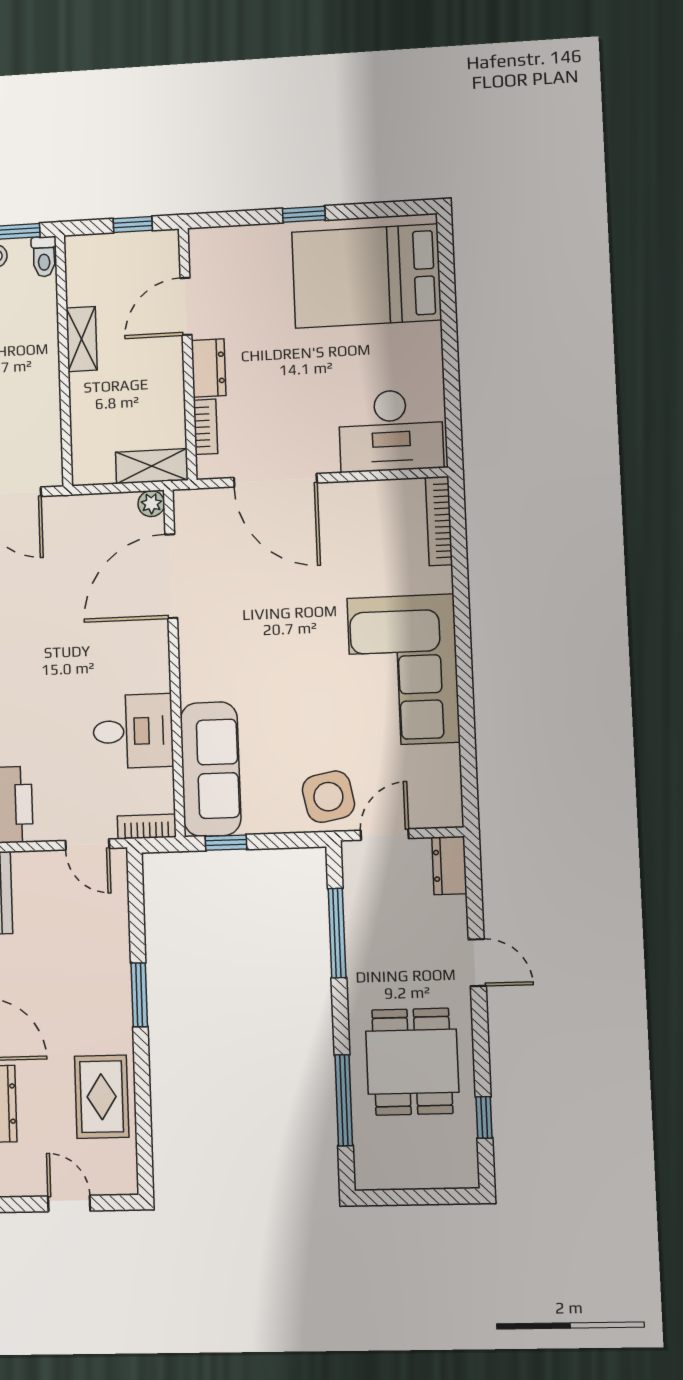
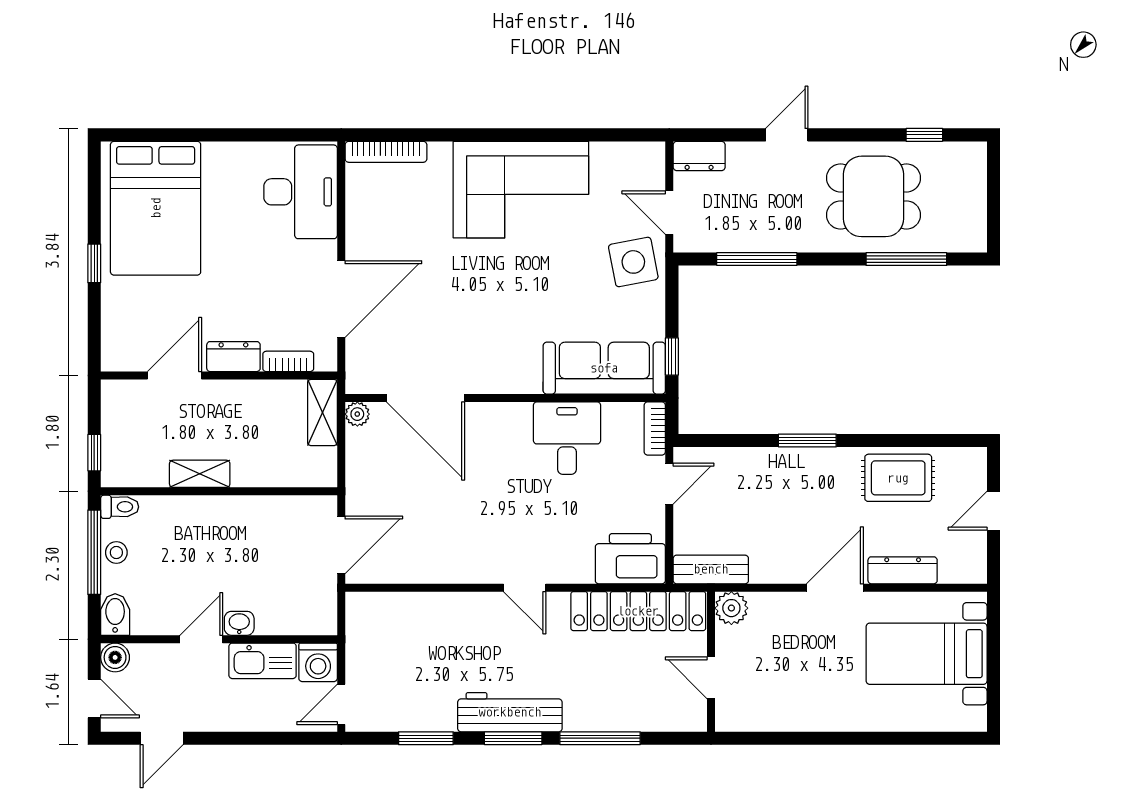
window: (133, 225) -> (94, 453), moved
door: (186, 306) -> (175, 375), swing flipped

